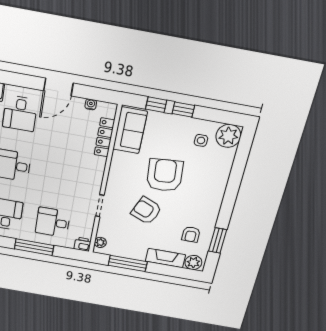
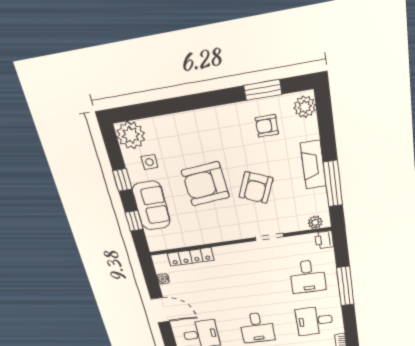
window: (183, 110) -> (122, 180), moved
sofa: (130, 130) -> (151, 206), moved, turned 90
armchair: (191, 234) -> (267, 126), turned 180
fireplace: (165, 258) -> (313, 165), moved

